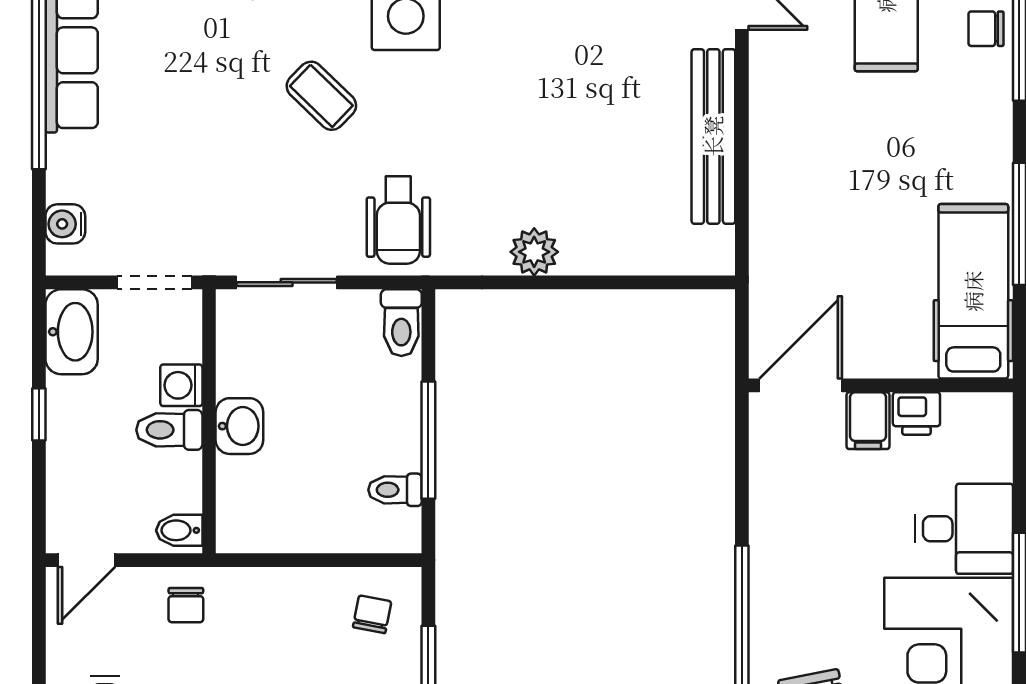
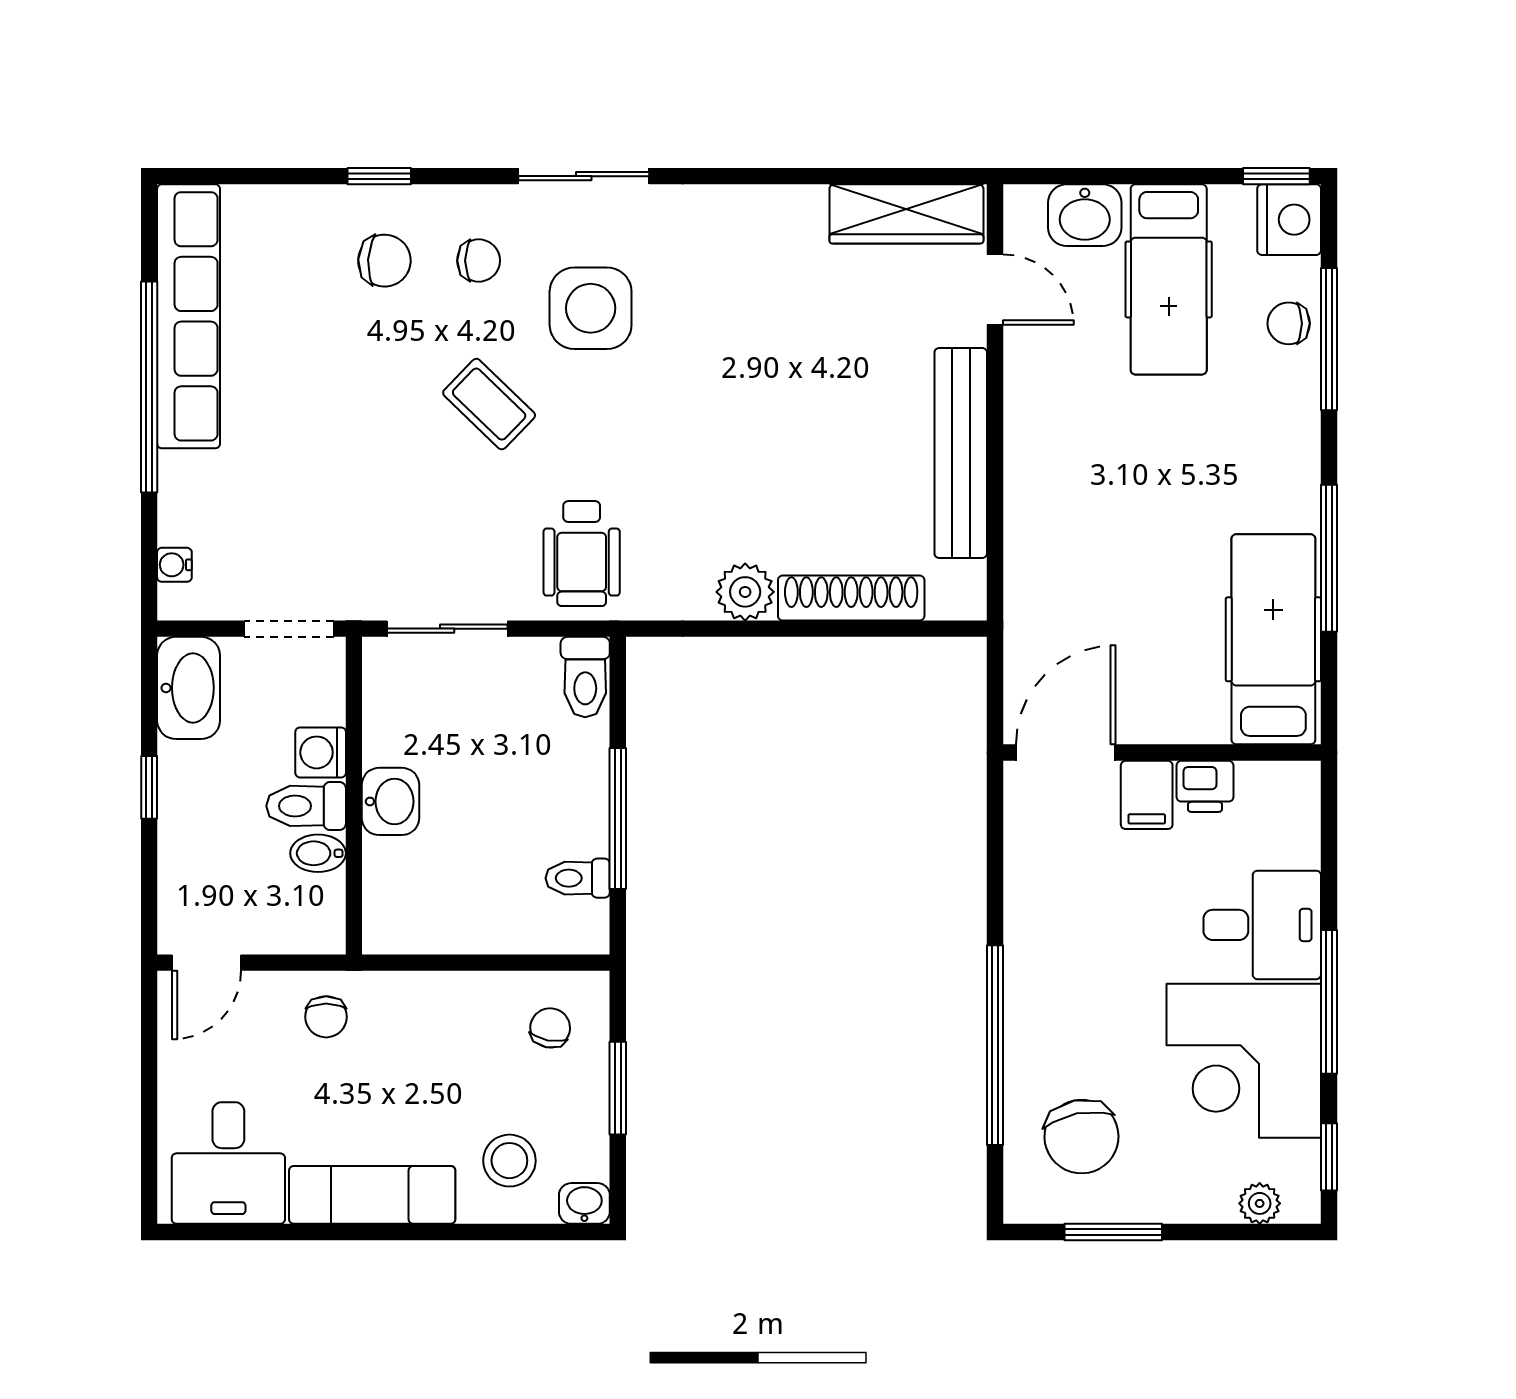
water cooler: (65, 224) -> (174, 565), width x0.72, depth x0.72
shoe rack: (622, 257) -> (851, 598), added
bidet: (179, 530) -> (318, 853), moved

